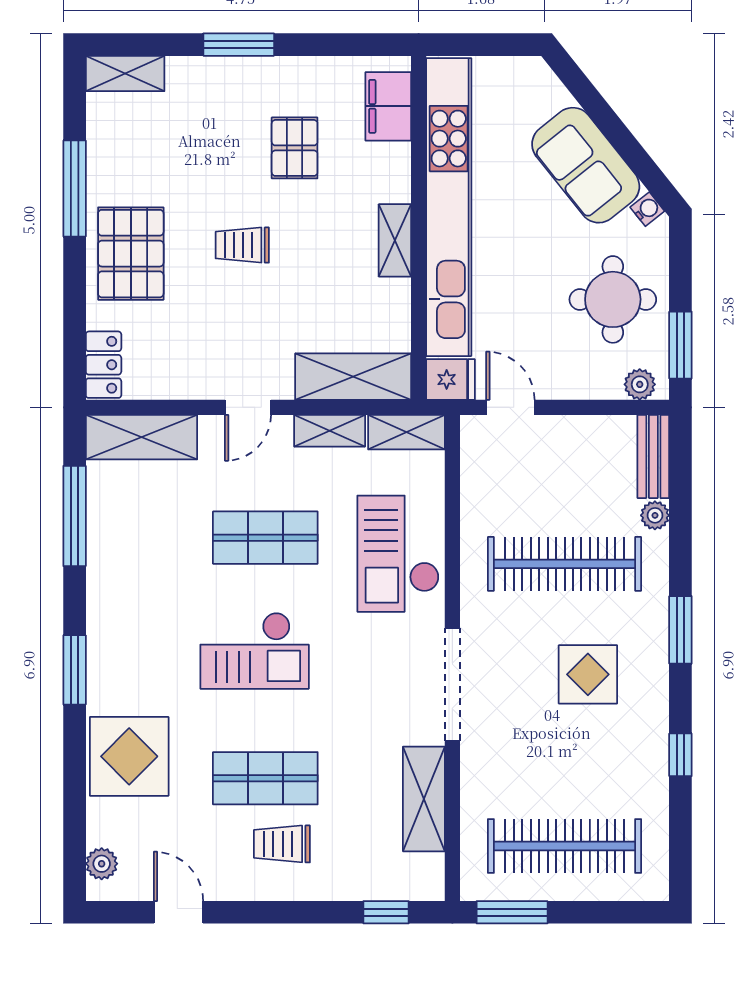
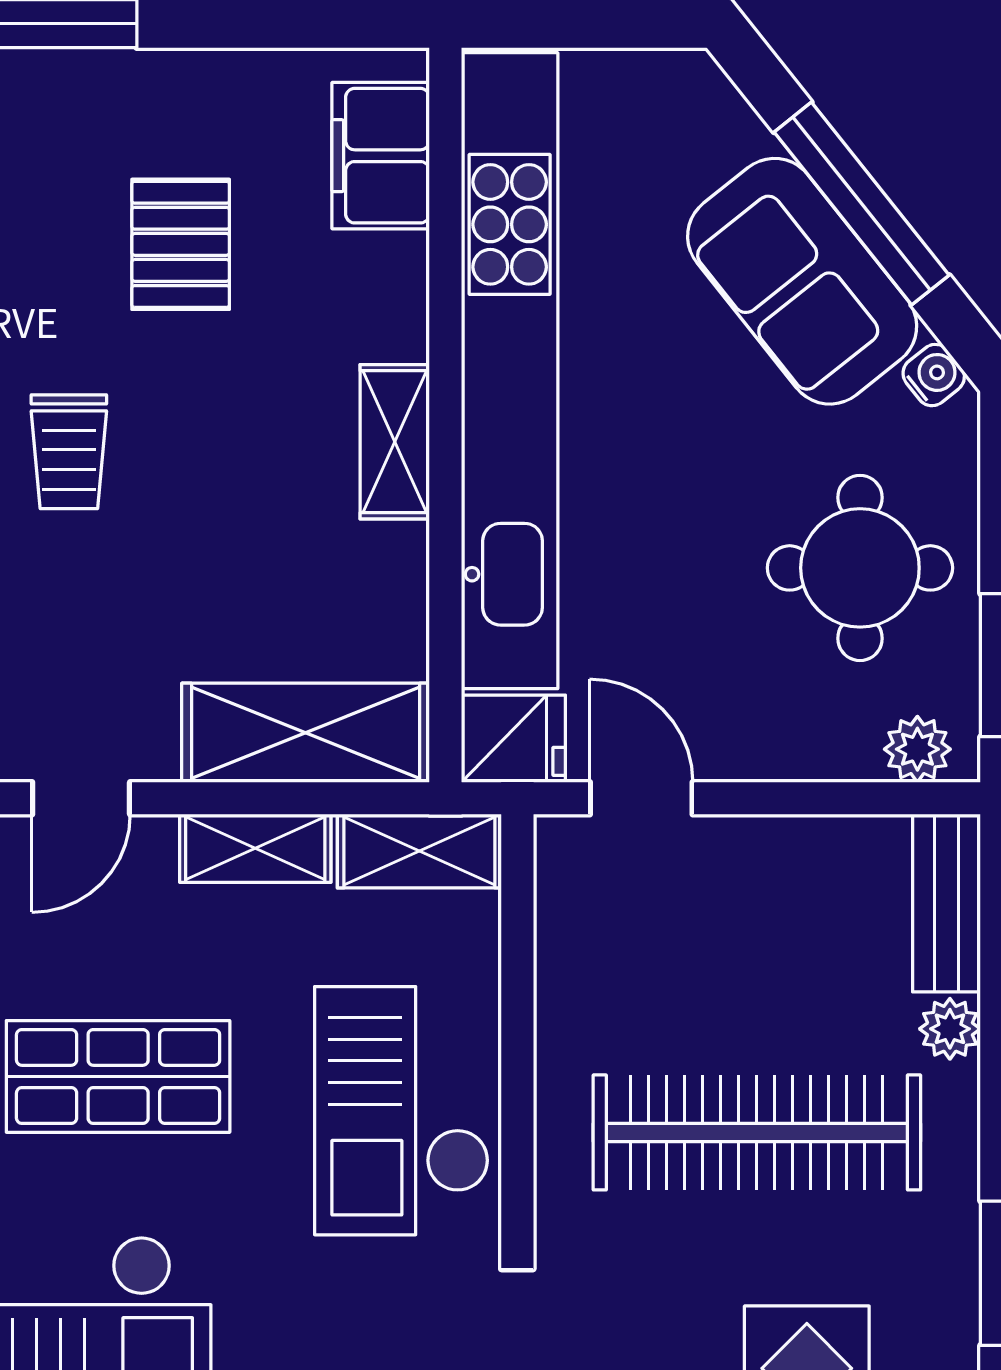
window: (614, 129) -> (862, 204), added
trolley: (242, 245) -> (69, 452), turned -90

